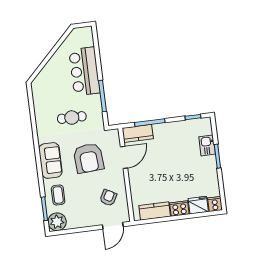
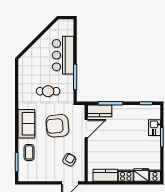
armchair: (89, 158) -> (57, 126), turned 89
plant: (57, 222) -> (25, 174), removed

